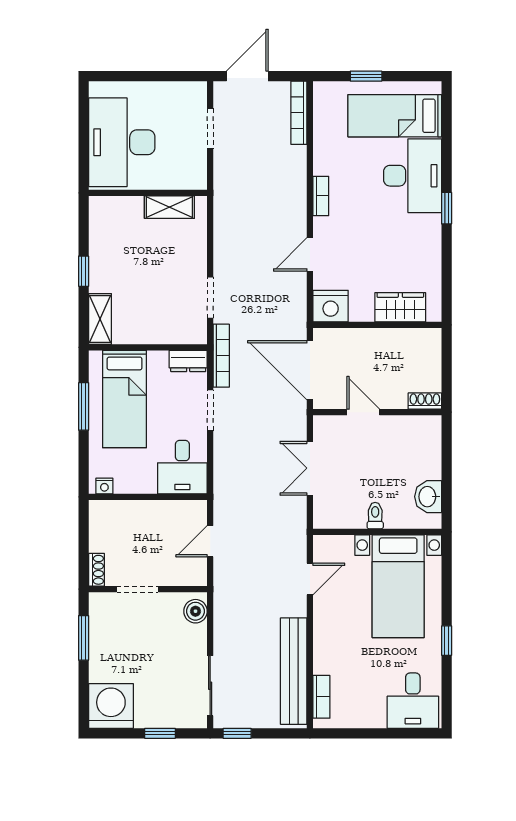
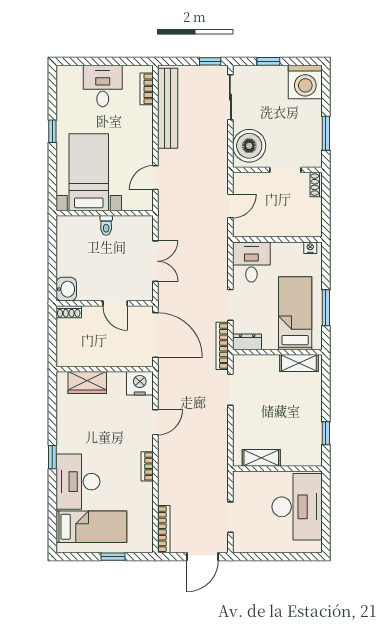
window: (84, 271) -> (326, 433), moved
shelving: (100, 319) -> (299, 363), moved, turned 90
washbasin: (428, 497) -> (66, 289), moved
boiler: (195, 611) -> (249, 146), width x1.86, depth x1.86
desk: (413, 701) -> (103, 86), moved

